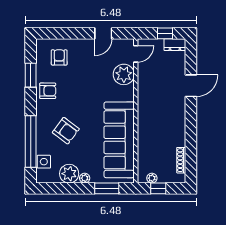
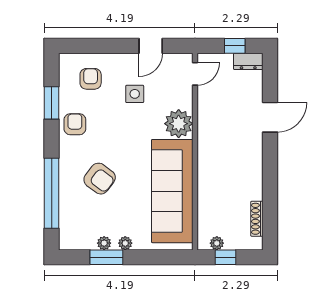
plant: (124, 74) -> (179, 124), moved
armchair: (48, 91) -> (75, 124), turned -90
side table: (44, 162) -> (135, 94), moved
plant: (69, 174) -> (104, 243), width x0.53, depth x0.53
window: (107, 188) -> (106, 257), moved

